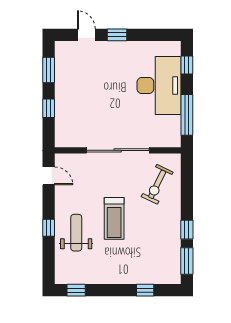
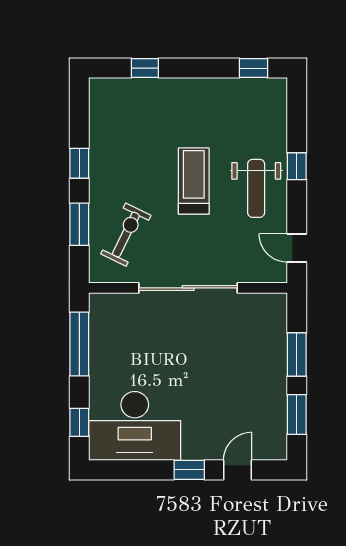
door: (86, 35) -> (237, 470), swing flipped
desk: (159, 85) -> (135, 426), moved, turned -90
window: (49, 108) -> (297, 355), width x1.50
weight bench: (76, 233) -> (256, 188), moved
window: (187, 261) -> (79, 224), moved

